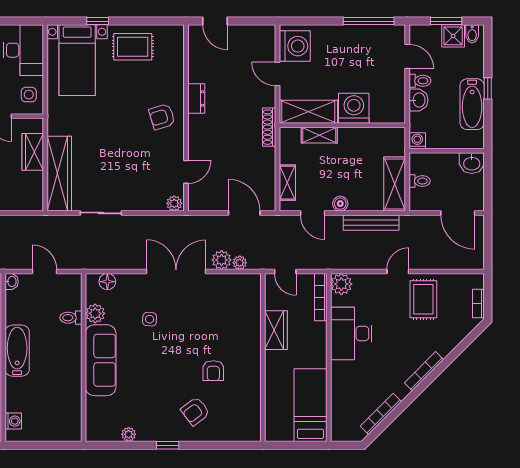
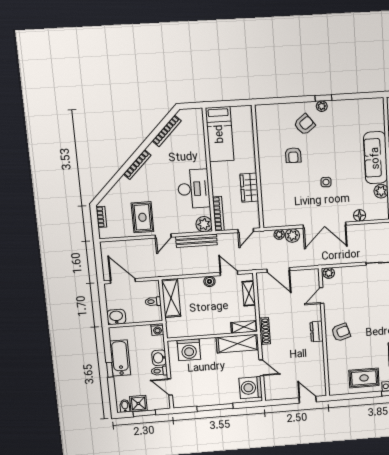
window: (369, 21) -> (215, 407), moved
dresser: (196, 99) -> (317, 332), moved
washing machine: (354, 108) -> (189, 350), moved
shelving: (319, 135) -> (244, 327), moved
bench: (371, 223) -> (196, 241), moved
door: (285, 272) -> (246, 230), swing flipped
floor lamp: (107, 282) -> (360, 215), moved
side table: (150, 319) -> (326, 182), moved
armchair: (213, 371) -> (293, 155), turned 180
plant: (129, 434) -> (322, 106), moved

